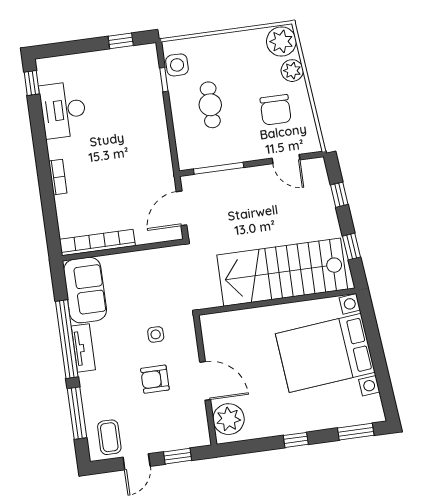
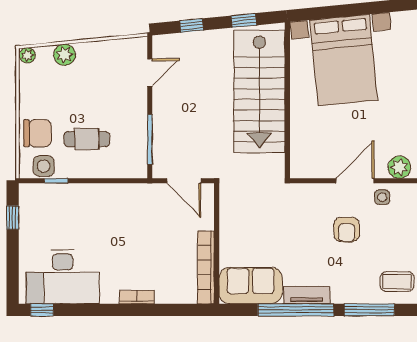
plant: (281, 41) -> (27, 55), width x0.53, depth x0.53
desk: (63, 110) -> (63, 277), width x1.36, depth x1.30
chair: (276, 110) -> (37, 133), moved
side table: (156, 334) -> (382, 197), moved
plant: (229, 419) -> (399, 167), width x0.73, depth x0.73

